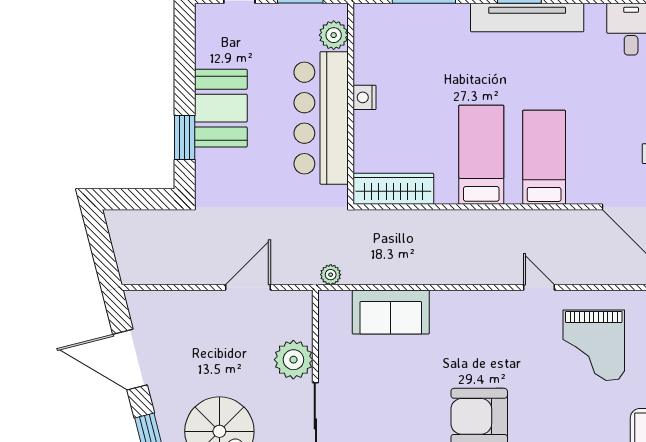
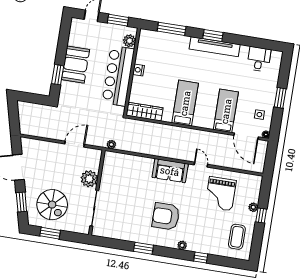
bed: (544, 157) -> (226, 111), moved
sofa: (391, 312) -> (170, 171), moved

